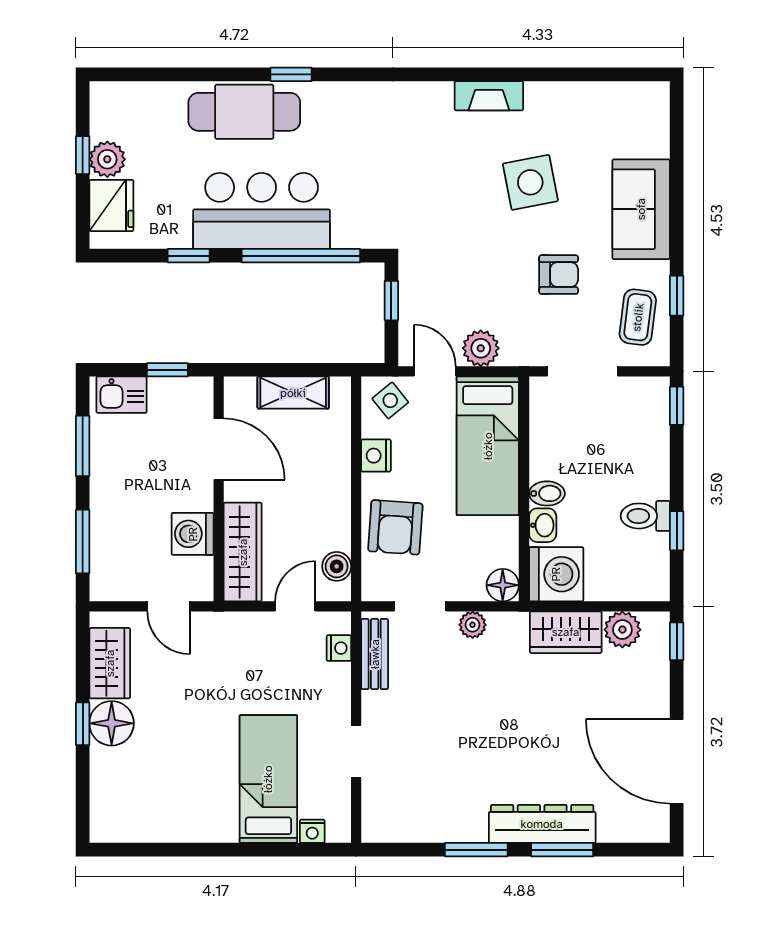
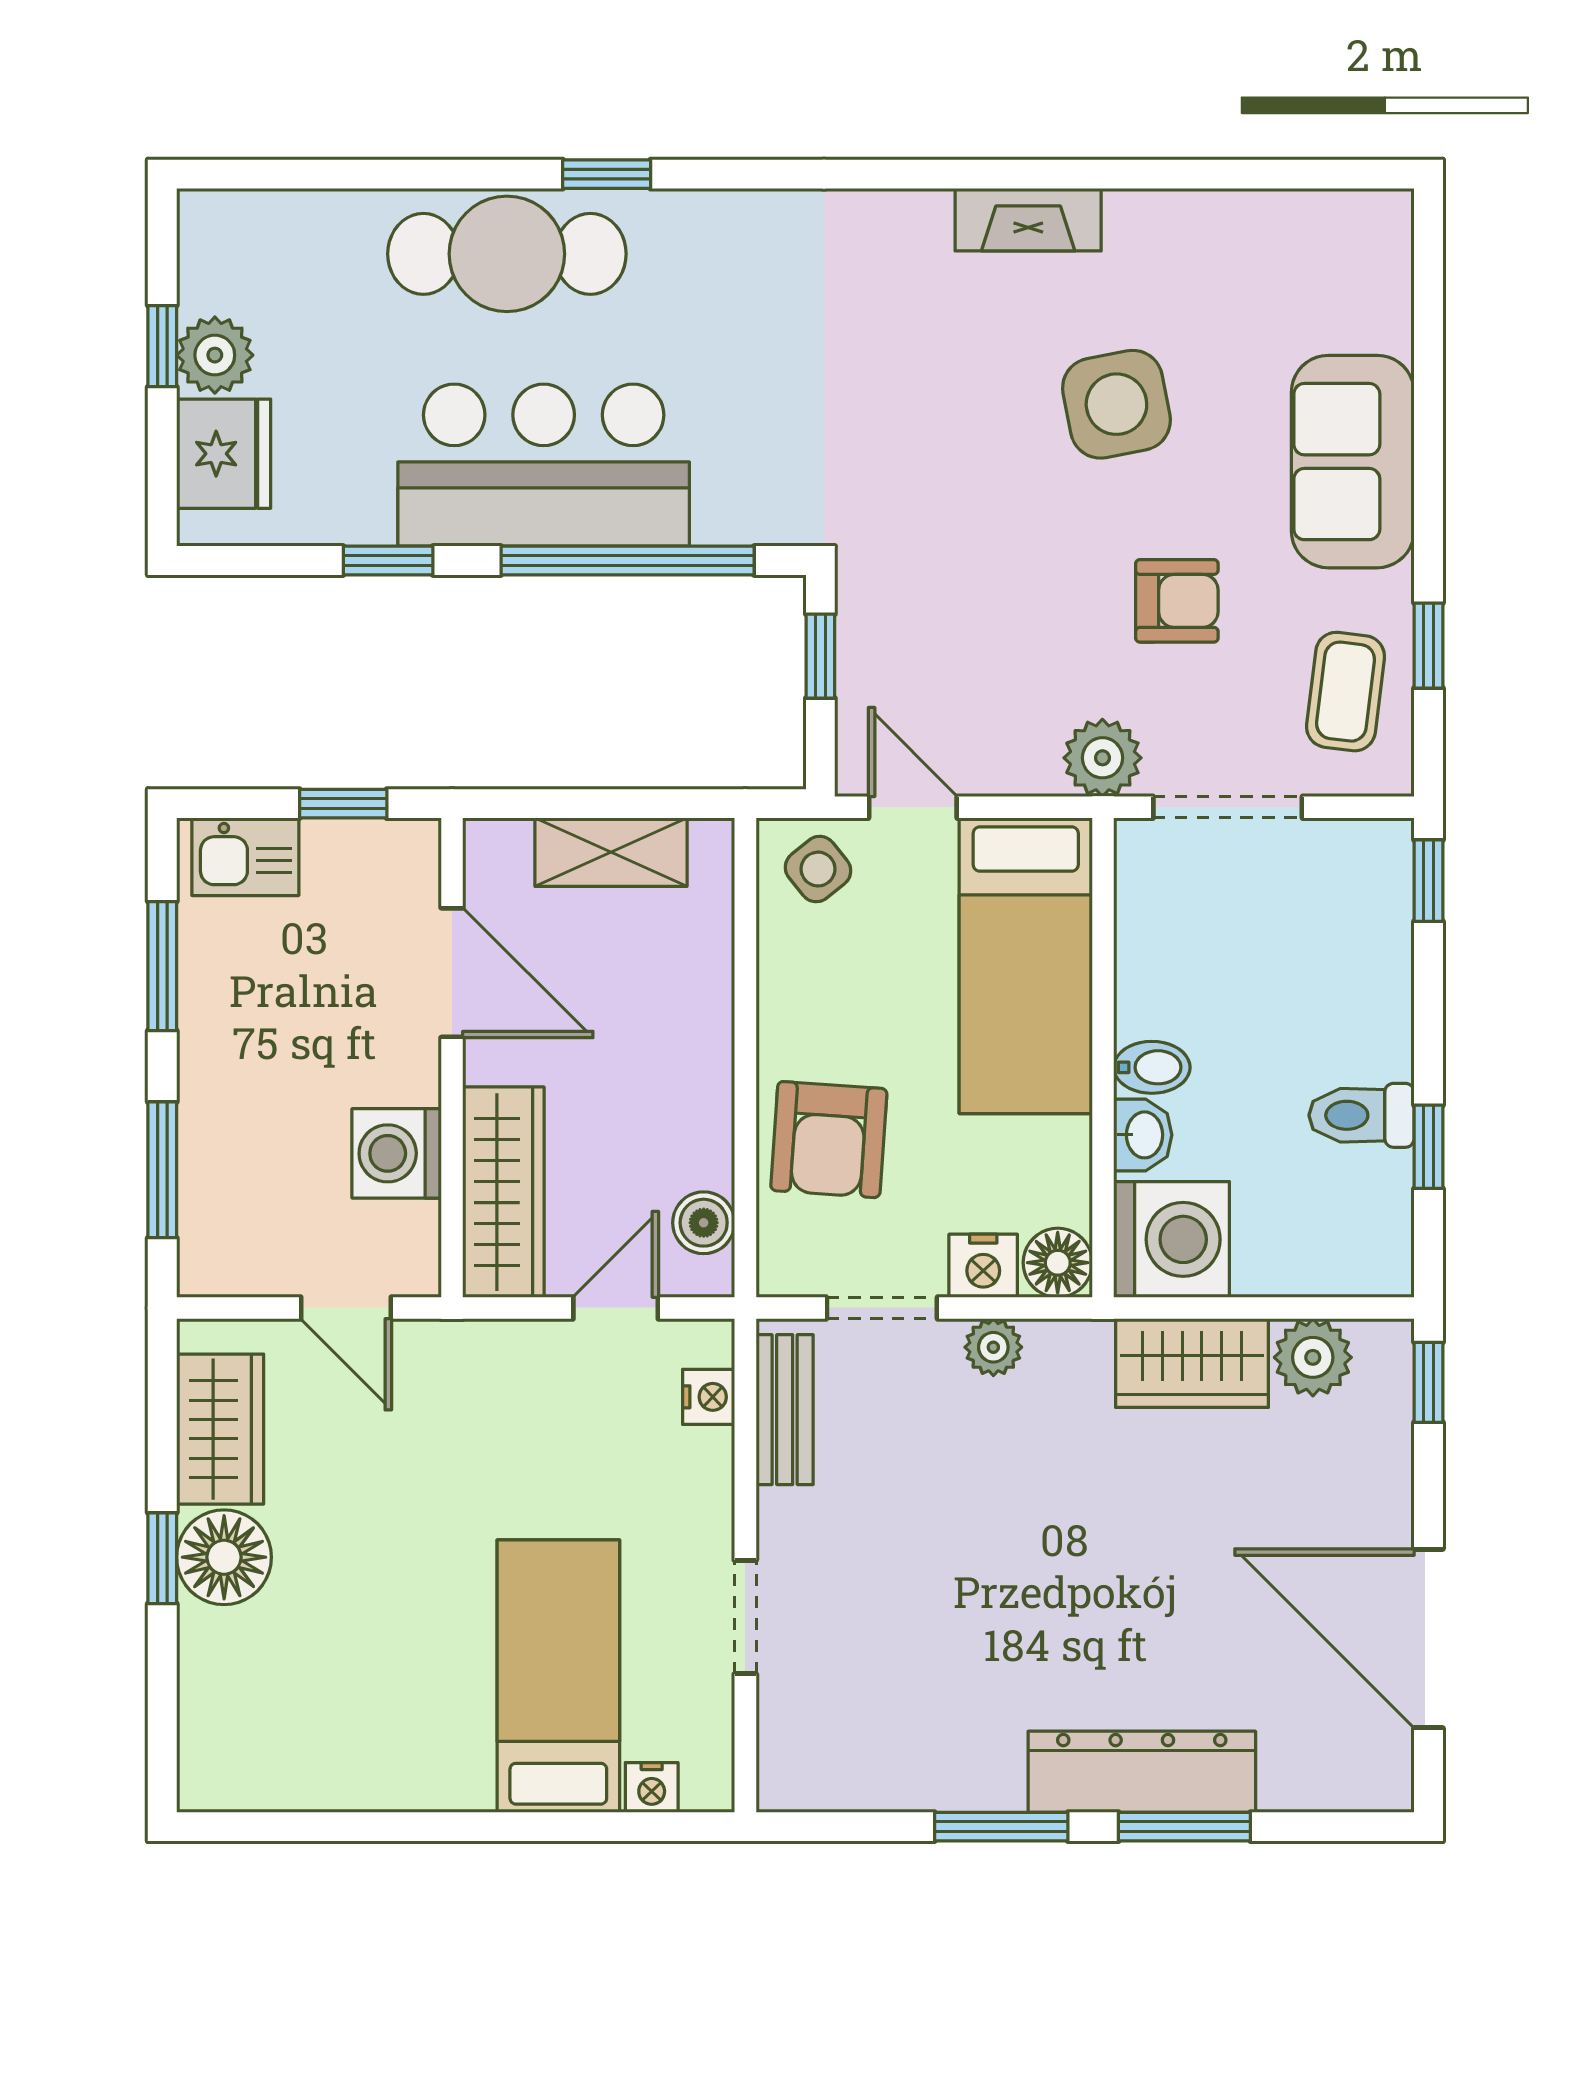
plant: (481, 348) -> (1102, 758), moved
nightstand: (376, 456) -> (983, 1266), moved, turned -90

